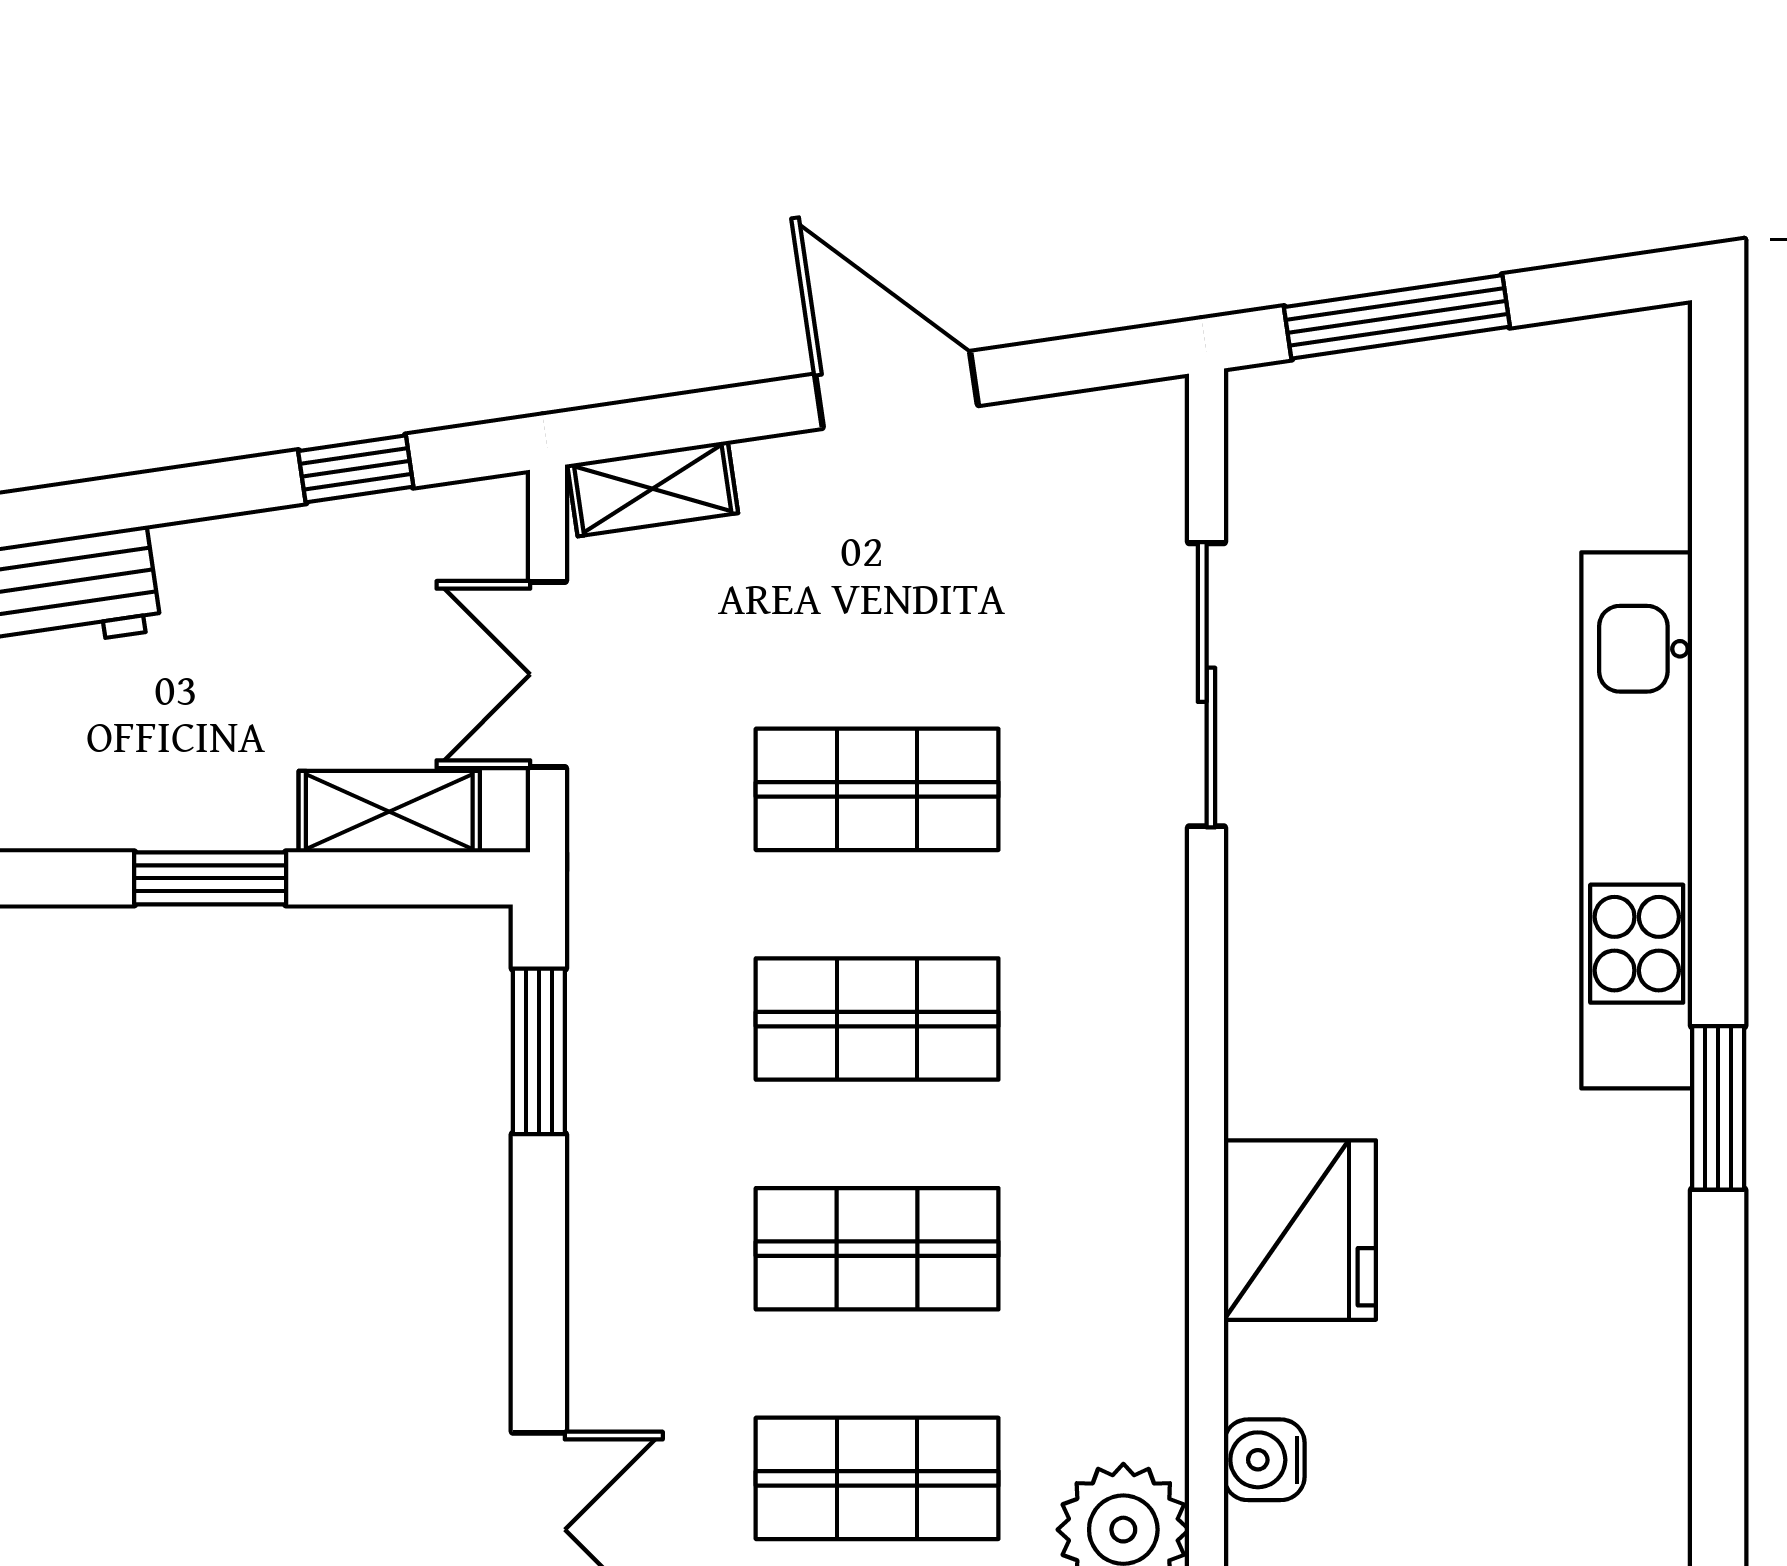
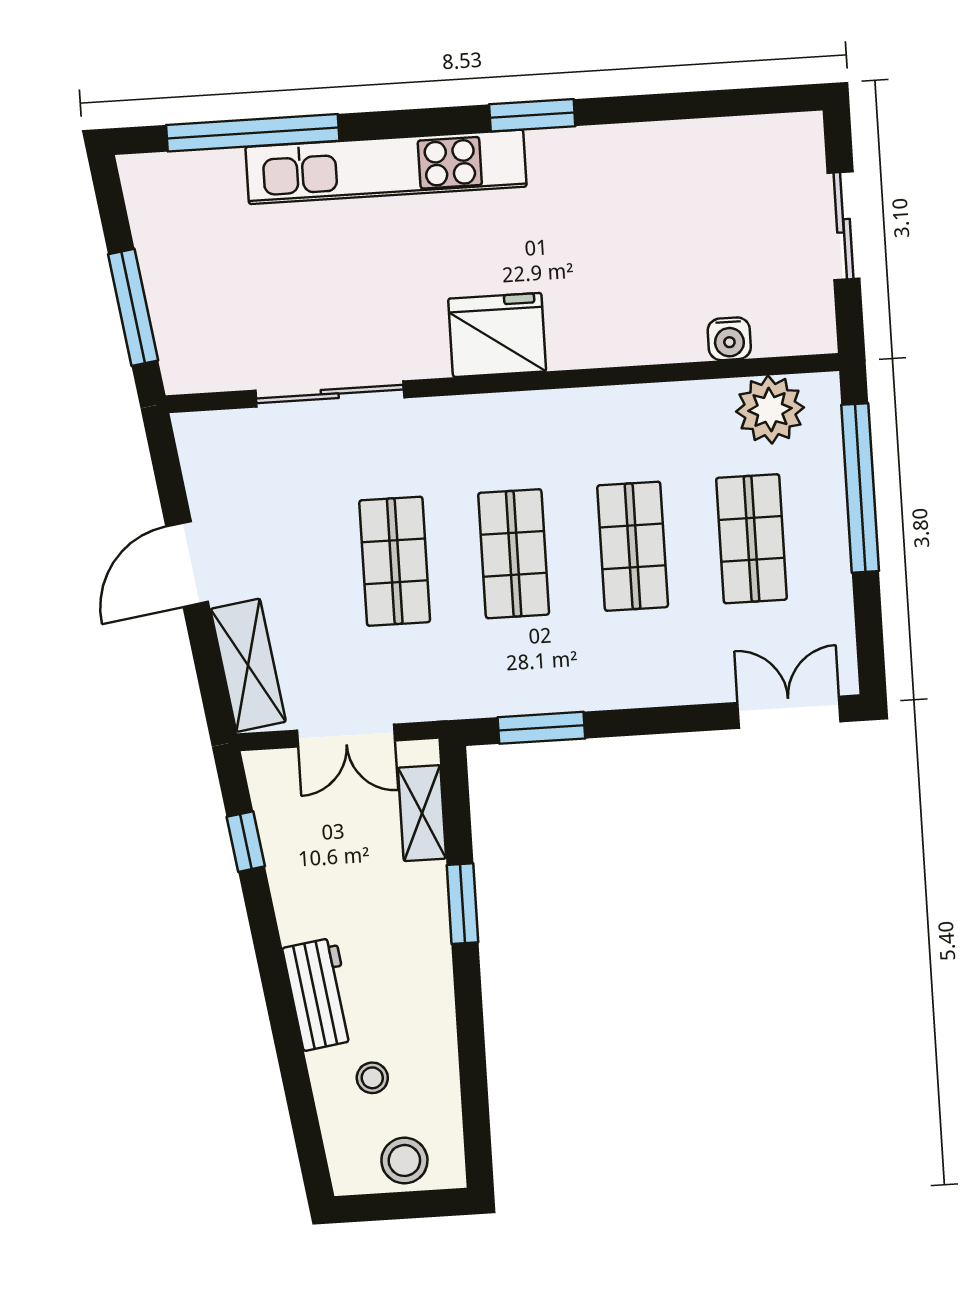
shelving: (653, 489) -> (248, 665), width x1.50, depth x1.33
window: (1718, 568) -> (253, 133), added
fridge: (1300, 1230) -> (497, 335), moved

